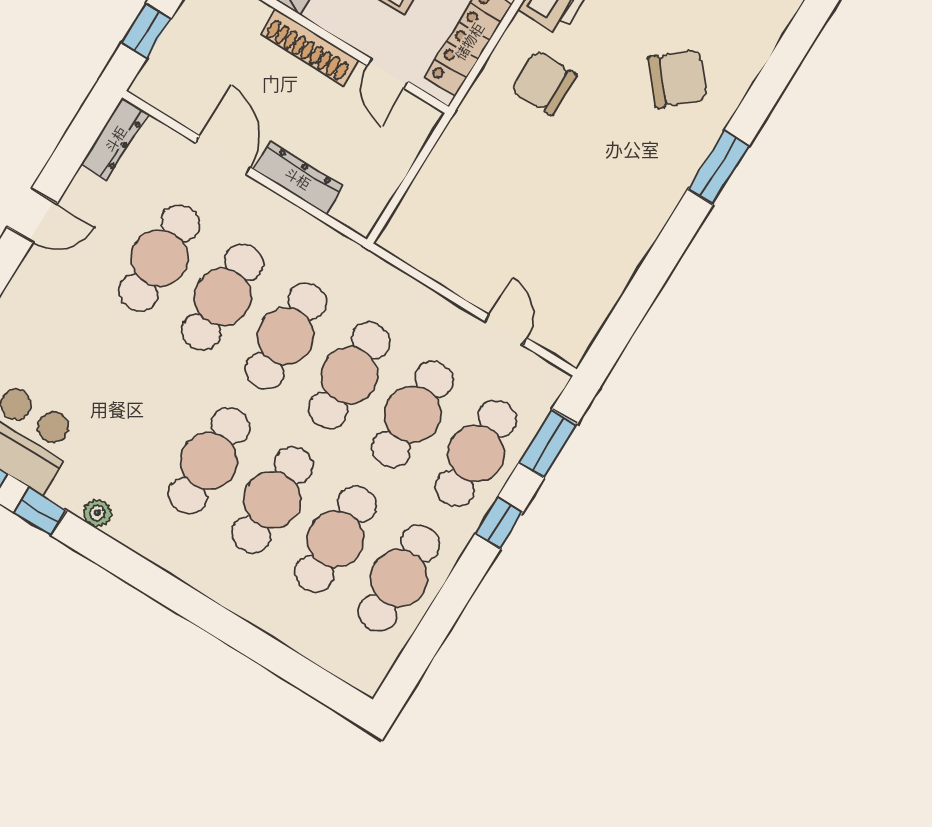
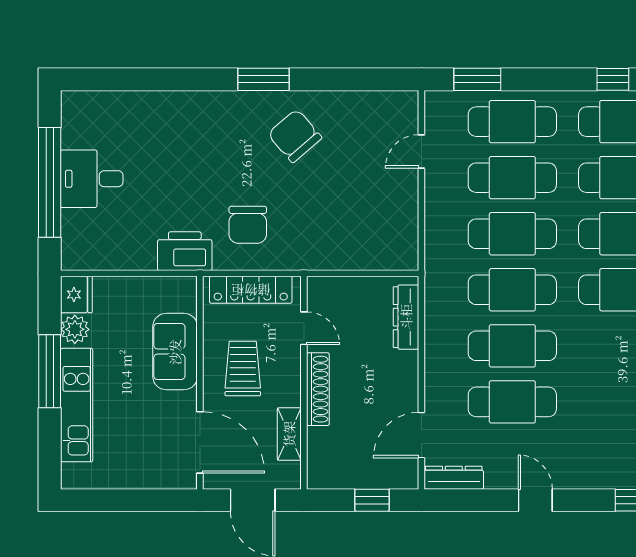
door: (388, 74) -> (304, 328), hinge flipped
chair: (678, 79) -> (295, 136), moved
door: (223, 155) -> (421, 435), moved
window: (718, 168) -> (263, 79), moved
dresser: (298, 178) -> (406, 317), moved
window: (499, 523) -> (613, 79), moved

